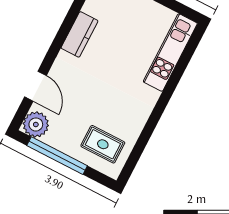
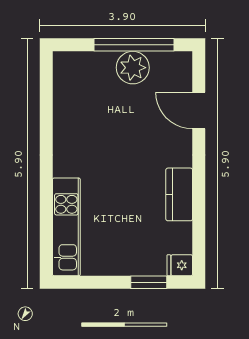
plant: (36, 124) -> (133, 68), moved
rug: (103, 144) -> (89, 84), removed

